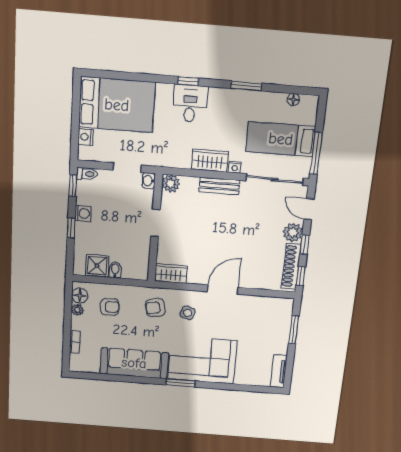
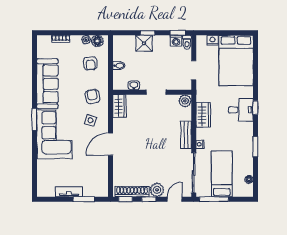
wardrobe: (210, 160) -> (203, 115), moved
washbasin: (148, 181) -> (134, 85), moved
washing machine: (83, 213) -> (176, 41), moved
shower: (97, 266) -> (144, 43), moved
door: (223, 290) -> (110, 144), swing flipped
tv unit: (279, 371) -> (69, 192), moved

